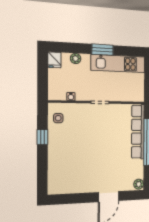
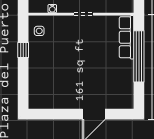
row of seats: (138, 132) -> (127, 37), width x0.73
plant: (139, 184) -> (128, 102), removed

